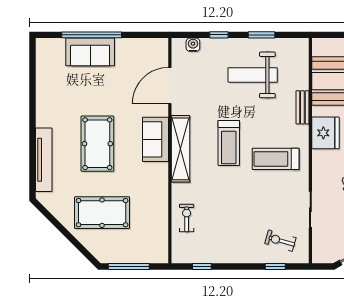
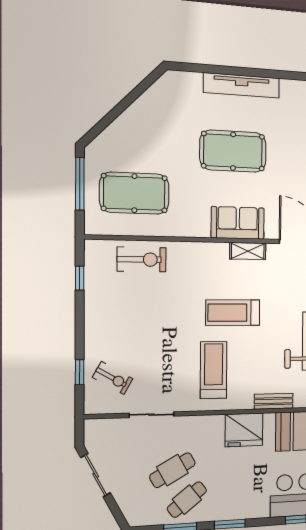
shelving: (181, 149) -> (248, 251), width x0.45, depth x0.75
tv unit: (44, 160) -> (242, 85), moved
pool table: (102, 213) -> (134, 193), moved, turned 90
exercise bike: (187, 218) -> (142, 259), width x1.38, depth x1.39
exercise bike: (280, 241) -> (113, 378), turned 104

